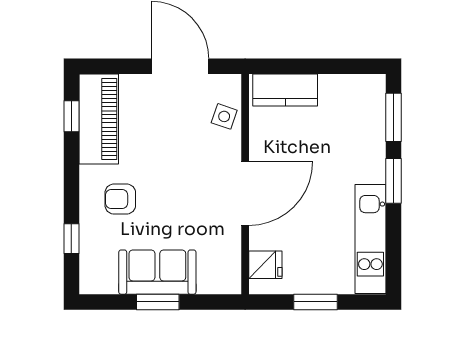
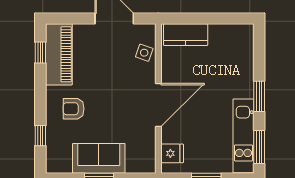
window: (393, 117) -> (259, 147), moved

